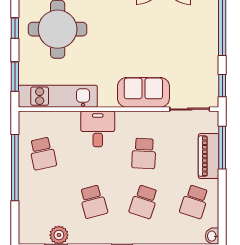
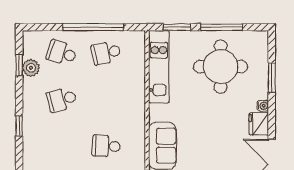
window: (15, 28) -> (222, 27), width x2.17
desk: (98, 129) -> (129, 104), removed
school desk: (144, 202) -> (62, 53), moved

